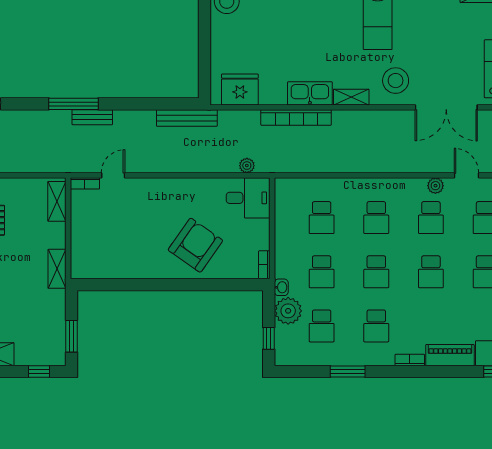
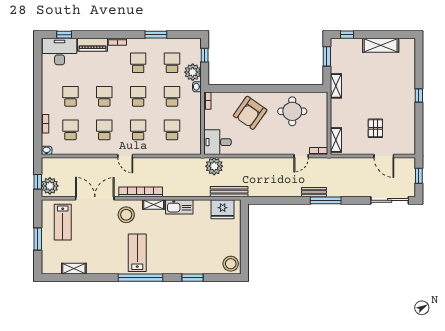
bench: (187, 118) -> (229, 192), moved
bookcase: (296, 118) -> (141, 192), moved
plant: (247, 166) -> (214, 166), width x1.88, depth x1.88
door: (466, 175) -> (125, 156), moved
plant: (435, 186) -> (101, 150), removed
round table: (127, 248) -> (292, 111), added
shelving: (57, 269) -> (336, 86), moved

